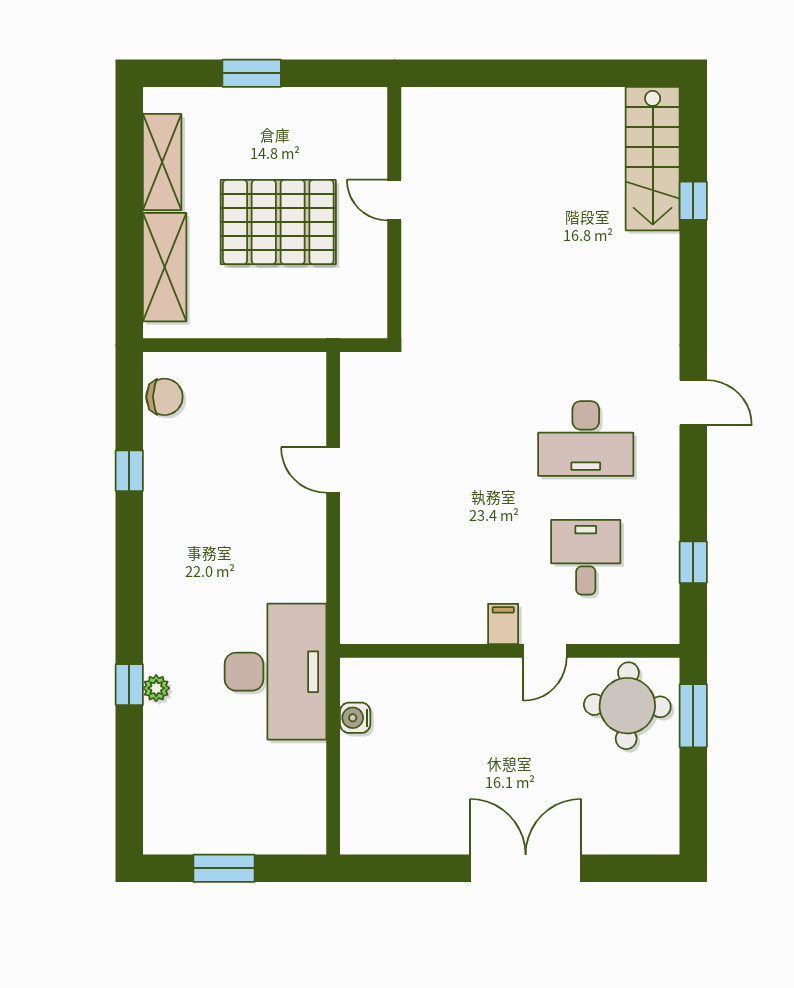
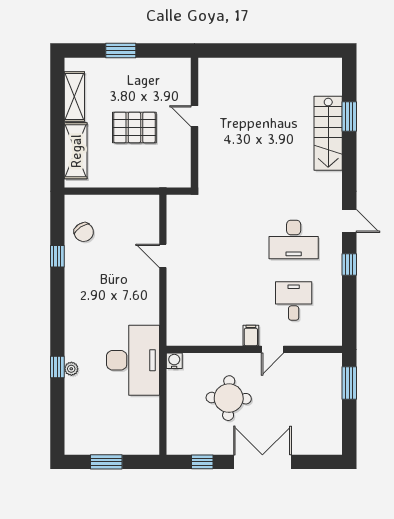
stairs: (653, 159) -> (328, 133), moved
window: (693, 201) -> (349, 116), width x1.50
pallet: (278, 222) -> (134, 127), width x0.73, depth x0.71
chair: (164, 397) -> (84, 232), moved, turned 56
window: (693, 562) -> (349, 265), moved
round table: (627, 706) -> (229, 398), moved
water cooler: (355, 718) -> (174, 361), moved, turned 90
window: (409, 868) -> (202, 462), added

